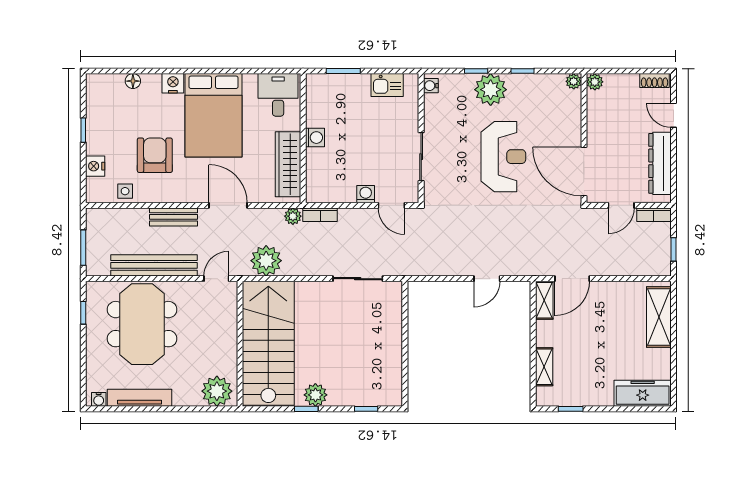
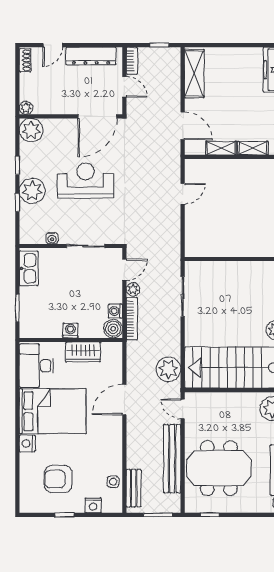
floor lamp: (133, 81) -> (25, 475), removed
plant: (574, 81) -> (31, 130), width x1.87, depth x1.87
kitchen sink: (387, 85) -> (29, 268), width x1.38
water cooler: (431, 86) -> (52, 238), moved
desk: (278, 95) -> (36, 366), width x1.37
armchair: (155, 155) -> (58, 479), moved
wardrobe: (288, 164) -> (83, 352), width x0.67
boiler: (317, 191) -> (113, 329), added
washing machine: (366, 194) -> (115, 311), moved
bookcase: (320, 215) -> (132, 319), width x1.56
plant: (293, 216) -> (133, 289), moved
bench: (174, 217) -> (134, 488), moved
door: (487, 279) -> (183, 194), hinge flipped
shelving: (544, 300) -> (221, 148), moved
shelving: (659, 317) -> (194, 73), moved, turned 90

